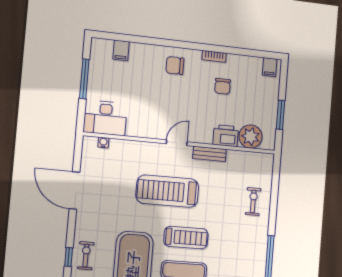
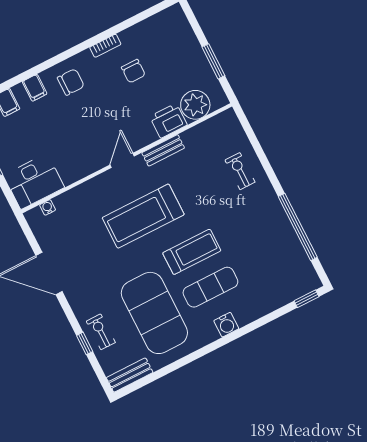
chair: (175, 65) -> (71, 82), turned 180
filing cabinet: (270, 67) -> (35, 88), moved

